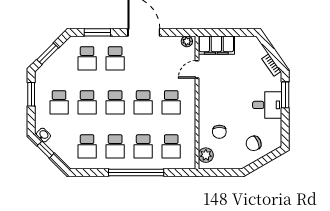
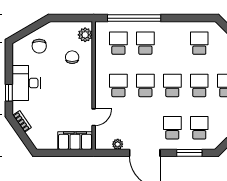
plant: (187, 41) -> (118, 144), moved
window: (285, 95) -> (9, 93), width x0.67
desk: (267, 105) -> (26, 83), width x1.37
chair: (254, 143) -> (39, 46), turned 112
school desk: (115, 146) -> (172, 43), removed
window: (136, 173) -> (134, 18), moved

